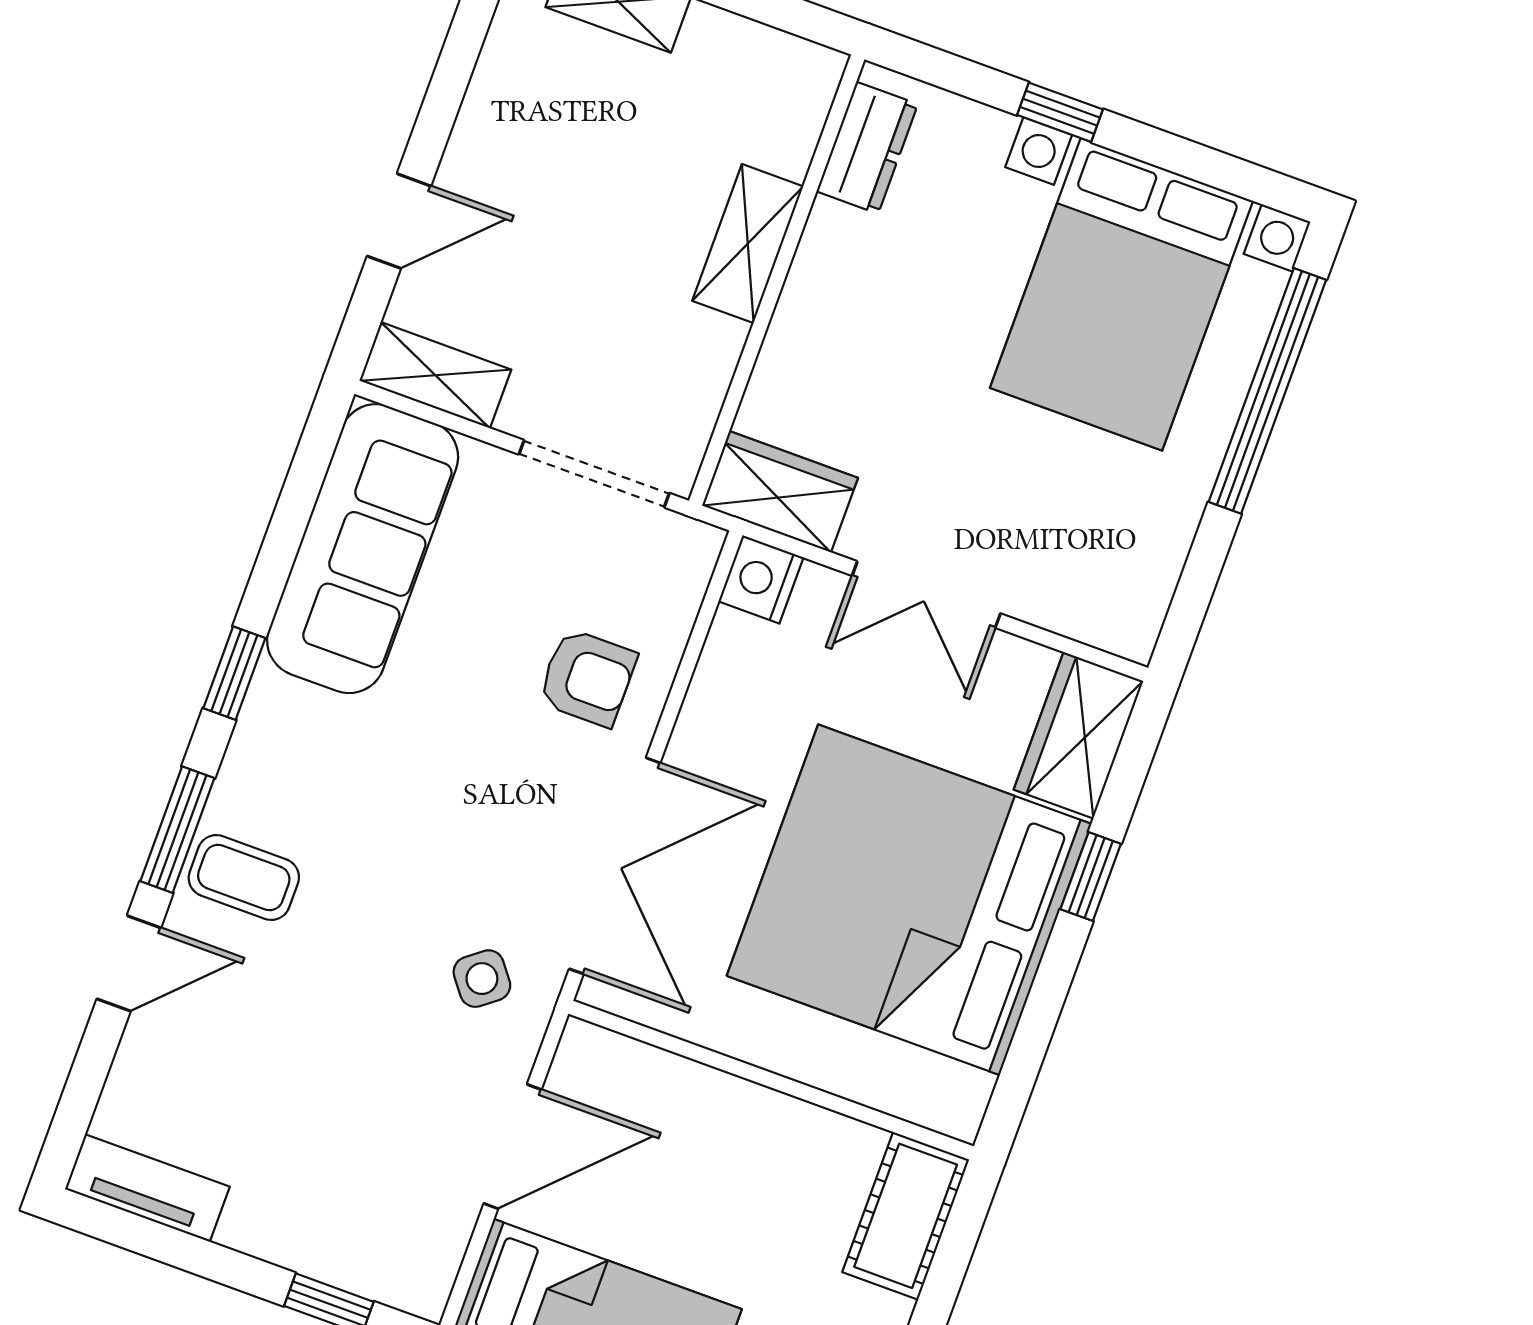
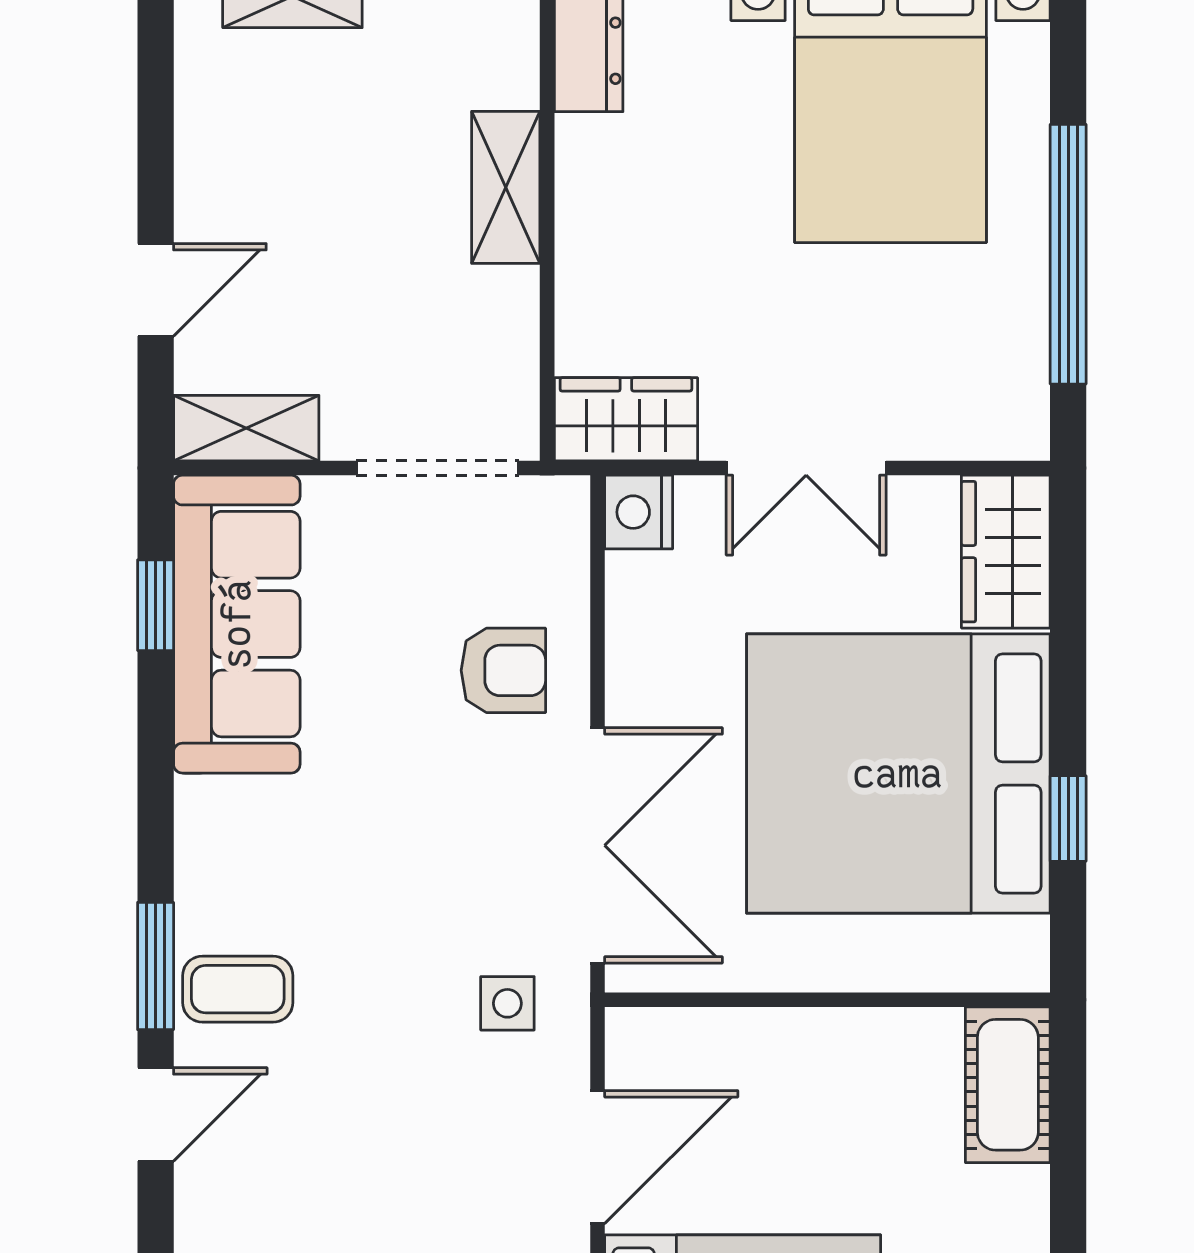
window: (1267, 391) -> (1068, 254), moved
window: (234, 673) -> (156, 605), moved
window: (1091, 876) -> (1068, 818), moved
side table: (482, 979) -> (507, 1003), turned 38

